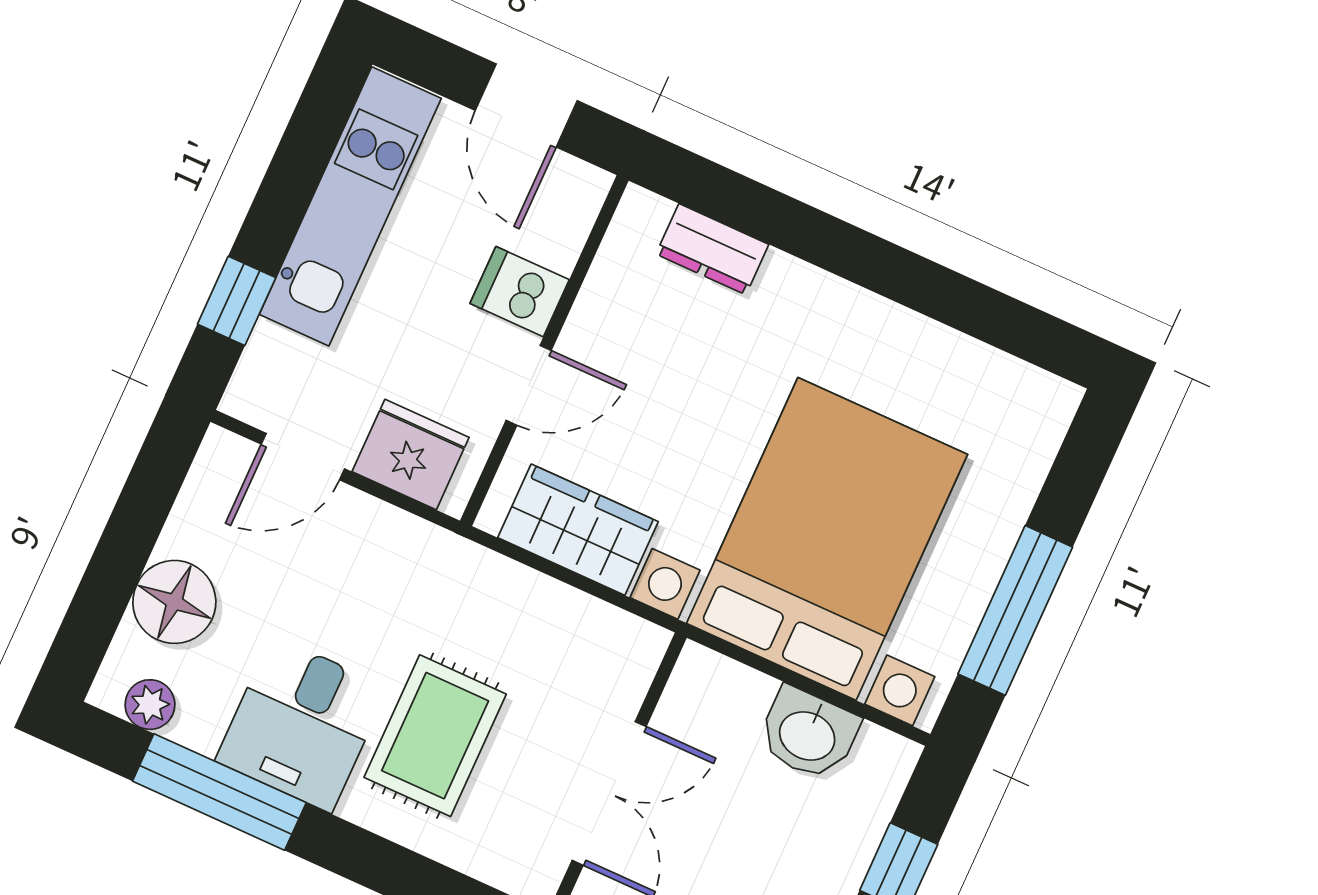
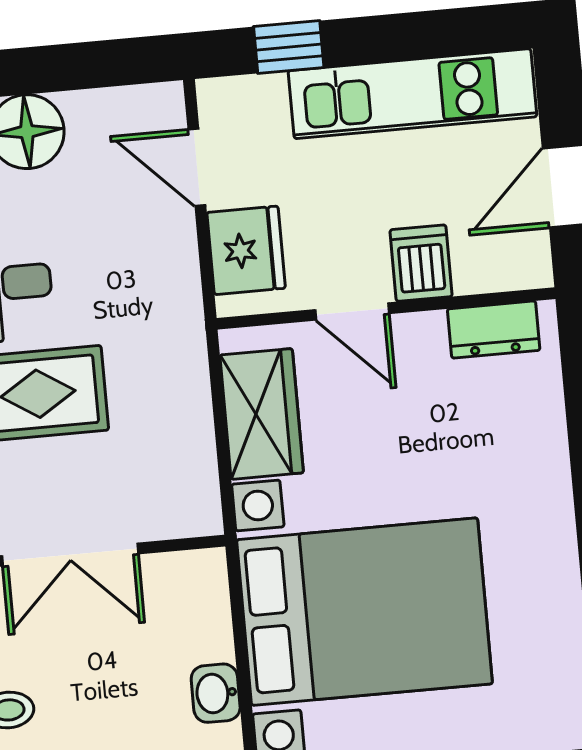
dresser: (712, 249) -> (494, 330), moved, turned -90
washbasin: (808, 734) -> (216, 693), width x0.72, depth x0.69

